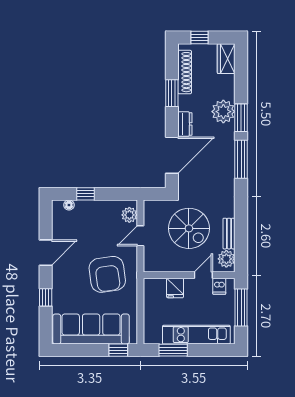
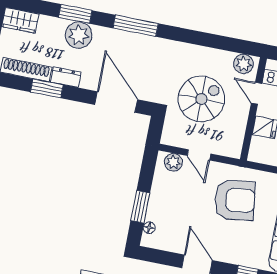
window: (241, 118) -> (75, 14), moved
dresser: (185, 124) -> (66, 77), moved
window: (86, 194) -> (140, 207), width x1.50
bench: (229, 234) -> (216, 55), removed

